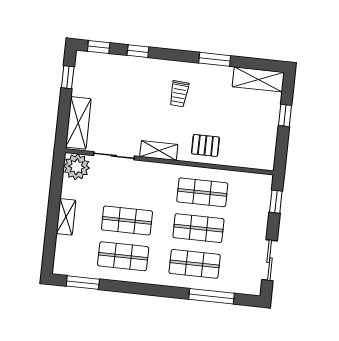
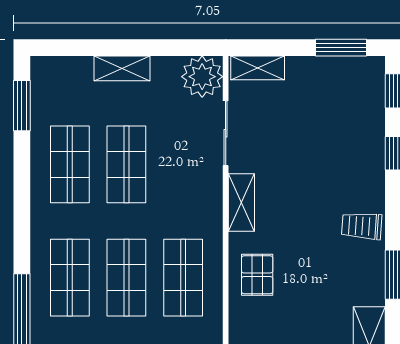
window: (68, 77) -> (341, 48), width x1.50
trolley: (179, 94) -> (362, 226), moved
shelving: (78, 123) -> (258, 68), width x0.67, depth x0.75

